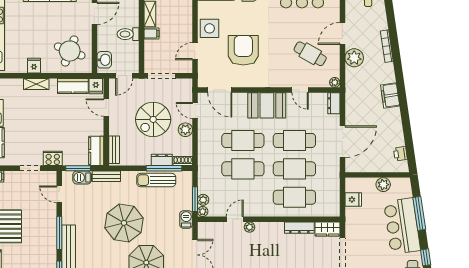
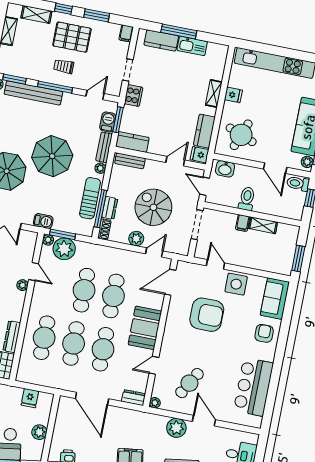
plant: (126, 176) -> (100, 168), added
plant: (203, 200) -> (64, 249), width x1.87, depth x1.87
trolley: (38, 229) -> (64, 66), added

